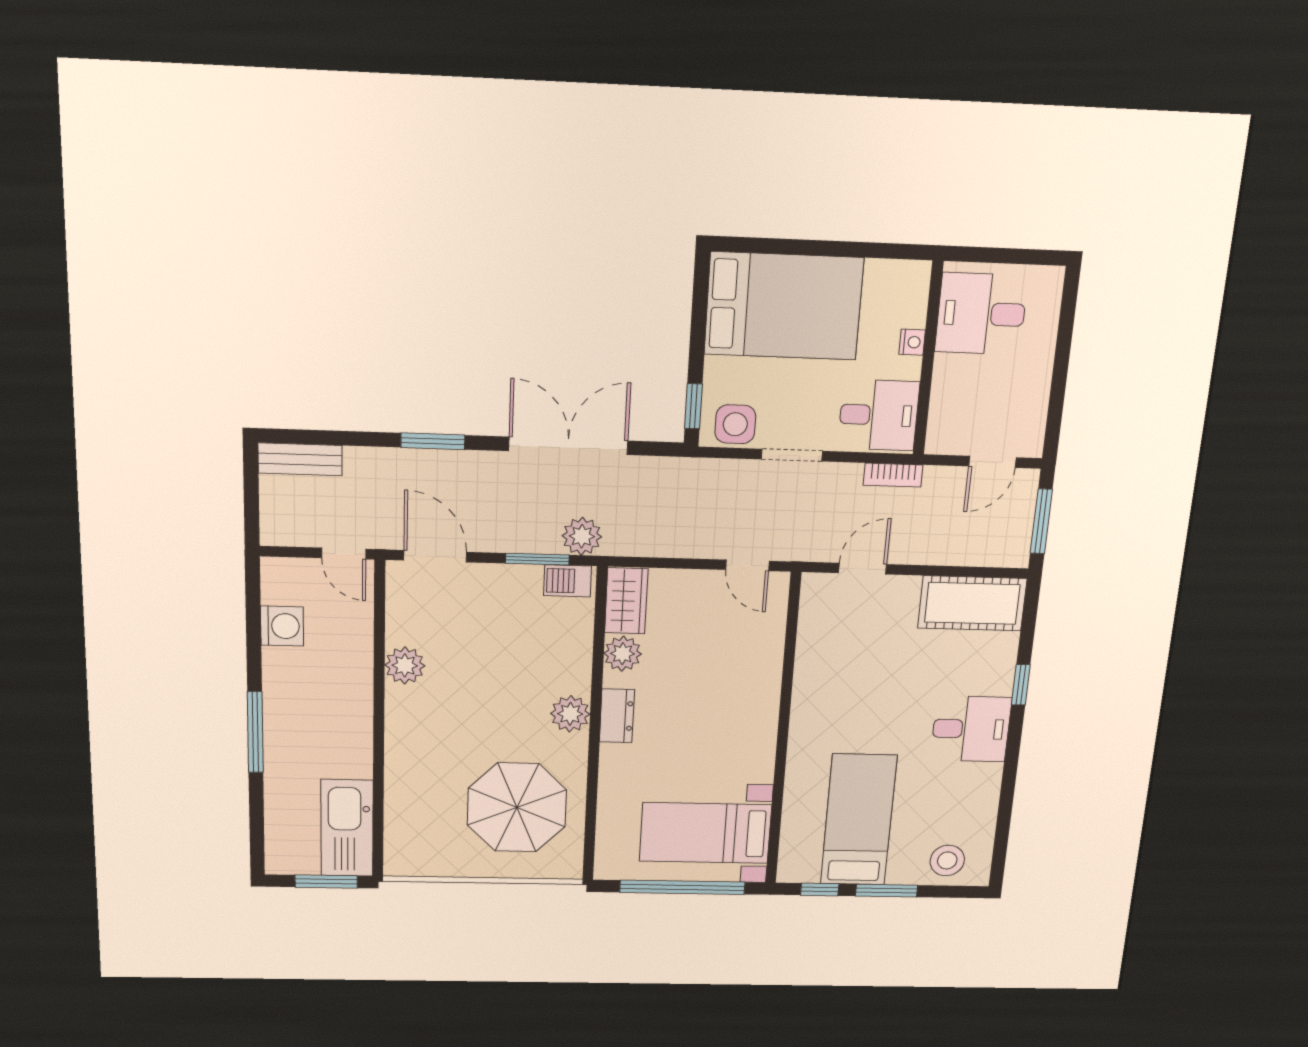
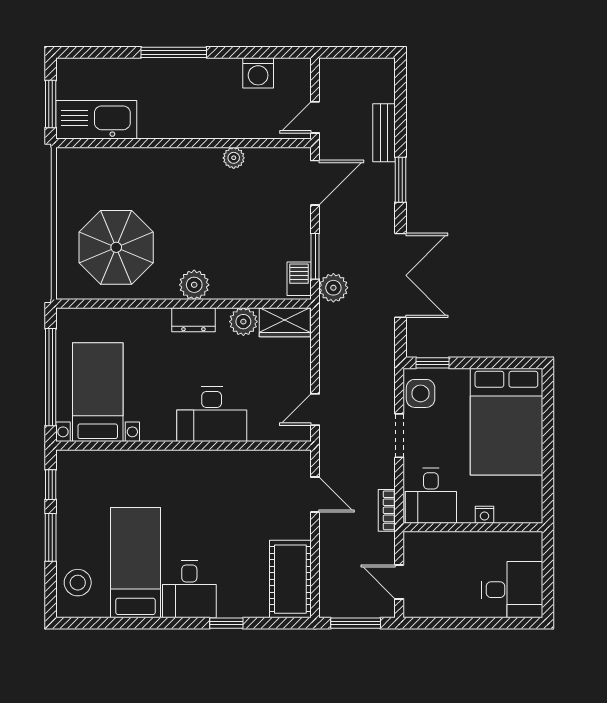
desk: (981, 314) -> (512, 590), moved, turned 90
bench: (300, 459) -> (384, 133), moved
plant: (405, 665) -> (234, 158), width x0.73, depth x0.73
desk: (744, 696) -> (212, 414), added
bed: (859, 820) -> (136, 563), moved, turned -90

